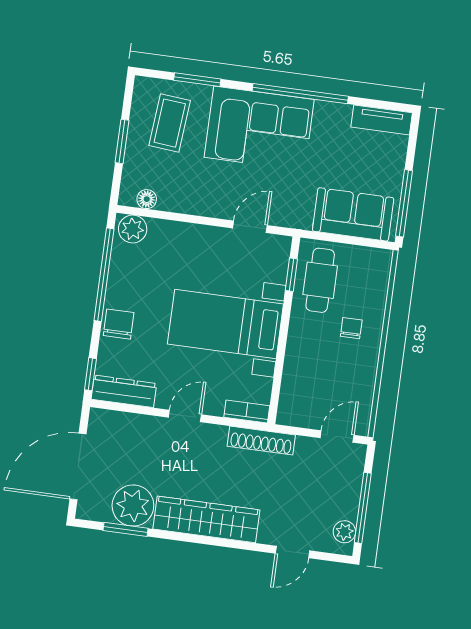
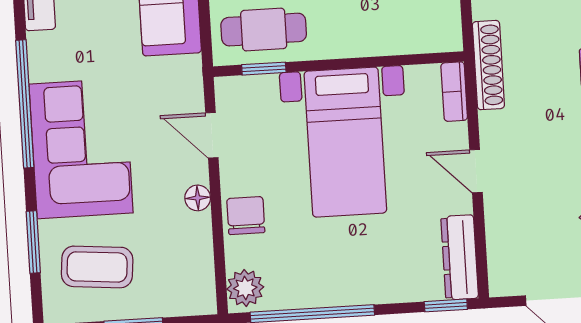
floor lamp: (147, 199) -> (198, 198), moved
chair: (119, 324) -> (246, 215), moved, turned 90

